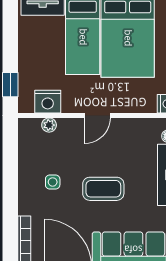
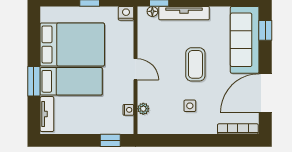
nightstand: (48, 102) -> (128, 110), width x0.53, depth x0.56

